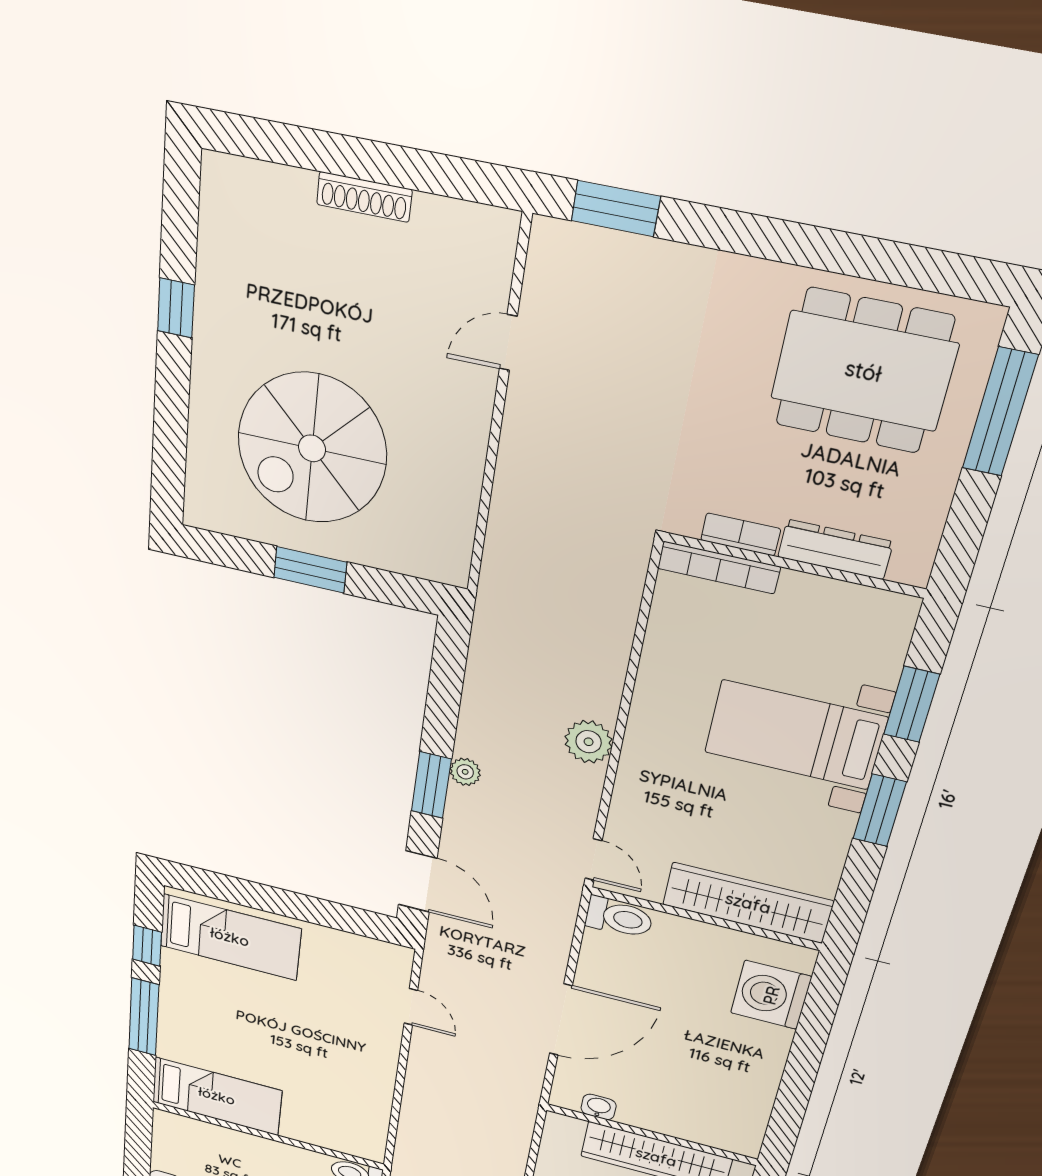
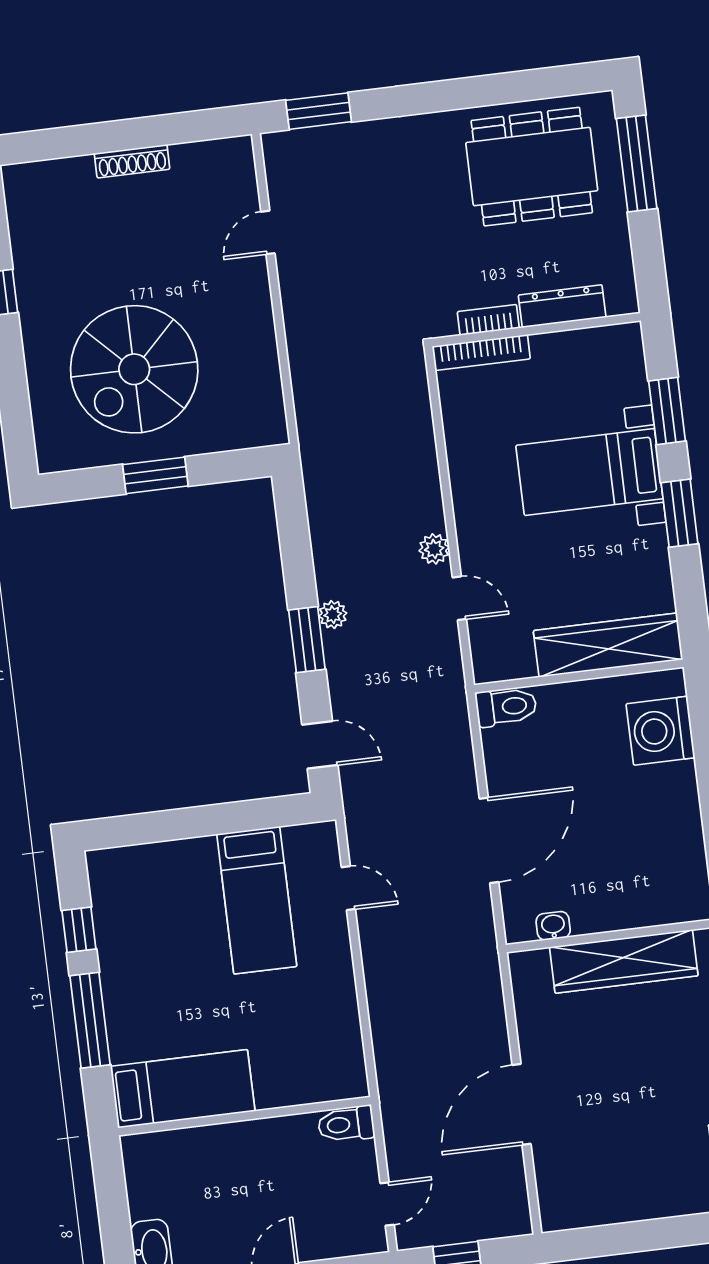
plant: (589, 742) -> (434, 549), width x0.73, depth x0.73
door: (594, 860) -> (459, 598), moved
door: (418, 882) -> (320, 745), width x0.73
bed: (230, 937) -> (257, 900), moved, turned 90

